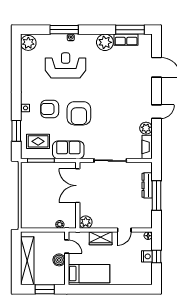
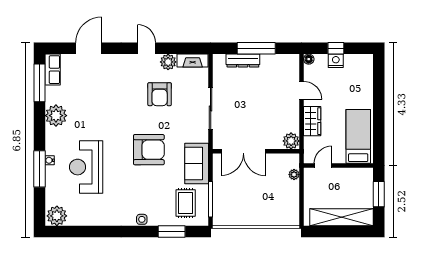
row of seats: (126, 40) -> (53, 70), moved
armchair: (50, 109) -> (160, 94), moved
boiler: (59, 260) -> (340, 176), removed

